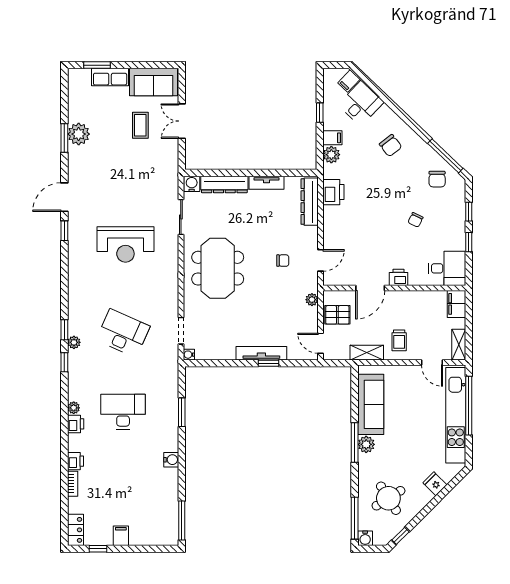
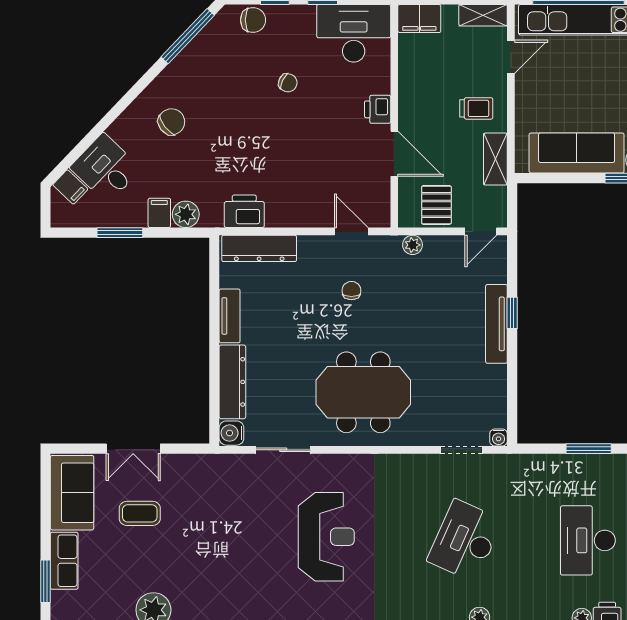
window: (320, 113) -> (120, 233), width x1.50
chair: (437, 179) -> (253, 20), moved
desk: (447, 268) -> (354, 33), width x1.37

